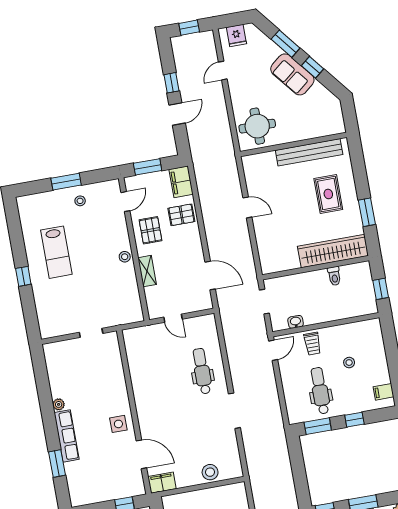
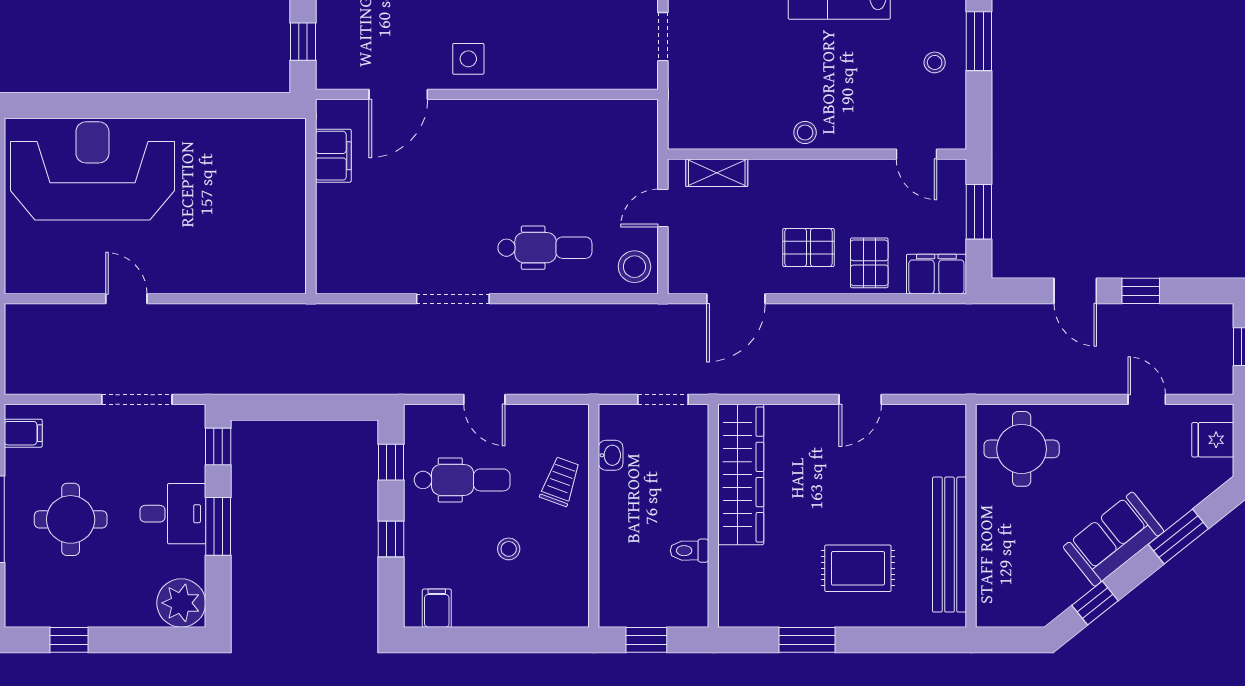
window: (312, 67) -> (1095, 603), moved
pallet: (150, 230) -> (808, 247), moved
wardrobe: (333, 251) -> (741, 474), moved
shelving: (147, 271) -> (717, 173), moved
trolley: (312, 344) -> (560, 481), turned 110
door: (273, 350) -> (484, 399), moved
window: (318, 426) -> (391, 462), width x0.67
stool: (210, 472) -> (634, 267), moved
filing cabinet: (162, 483) -> (333, 156), moved

